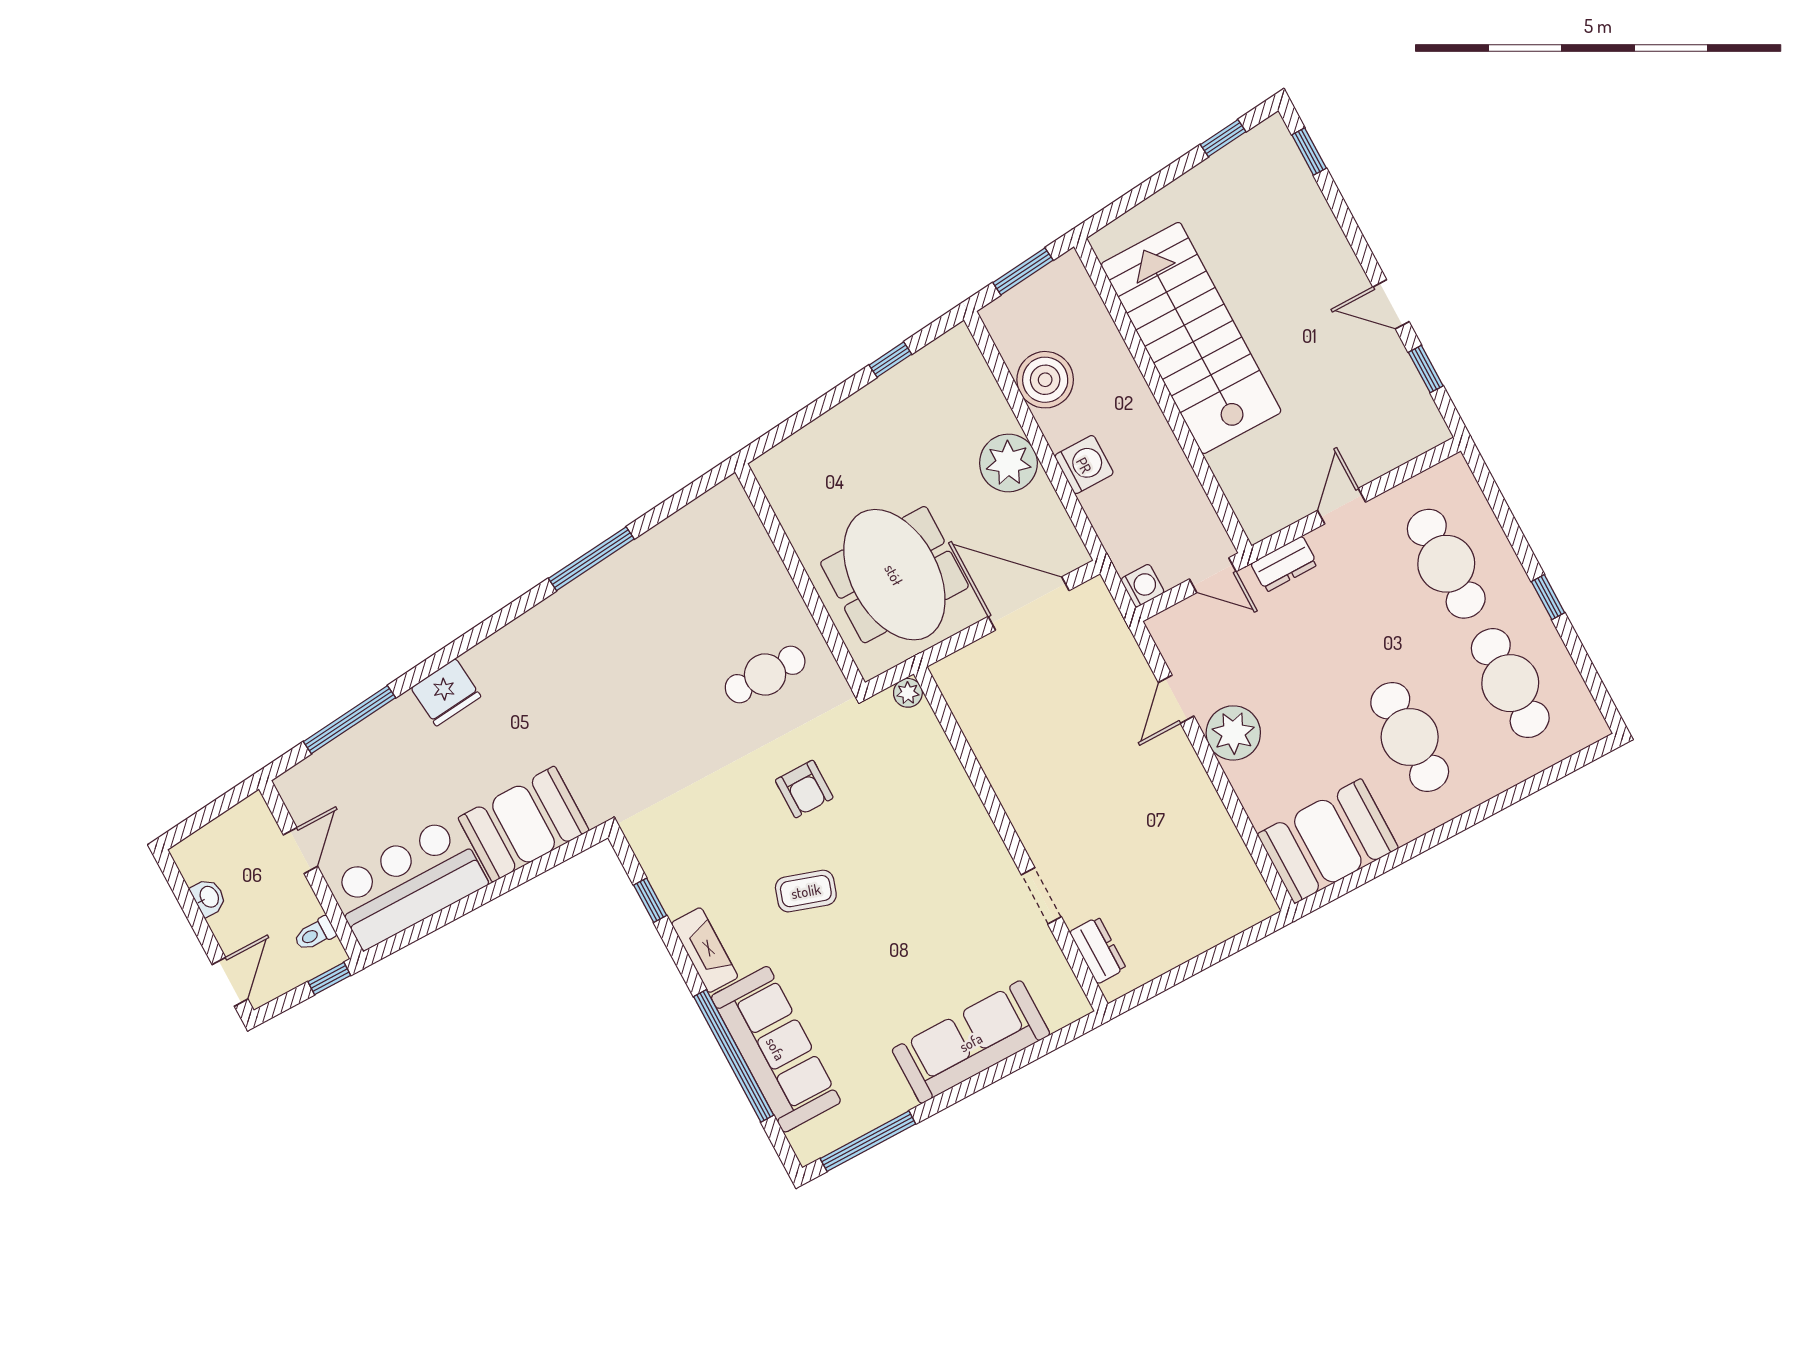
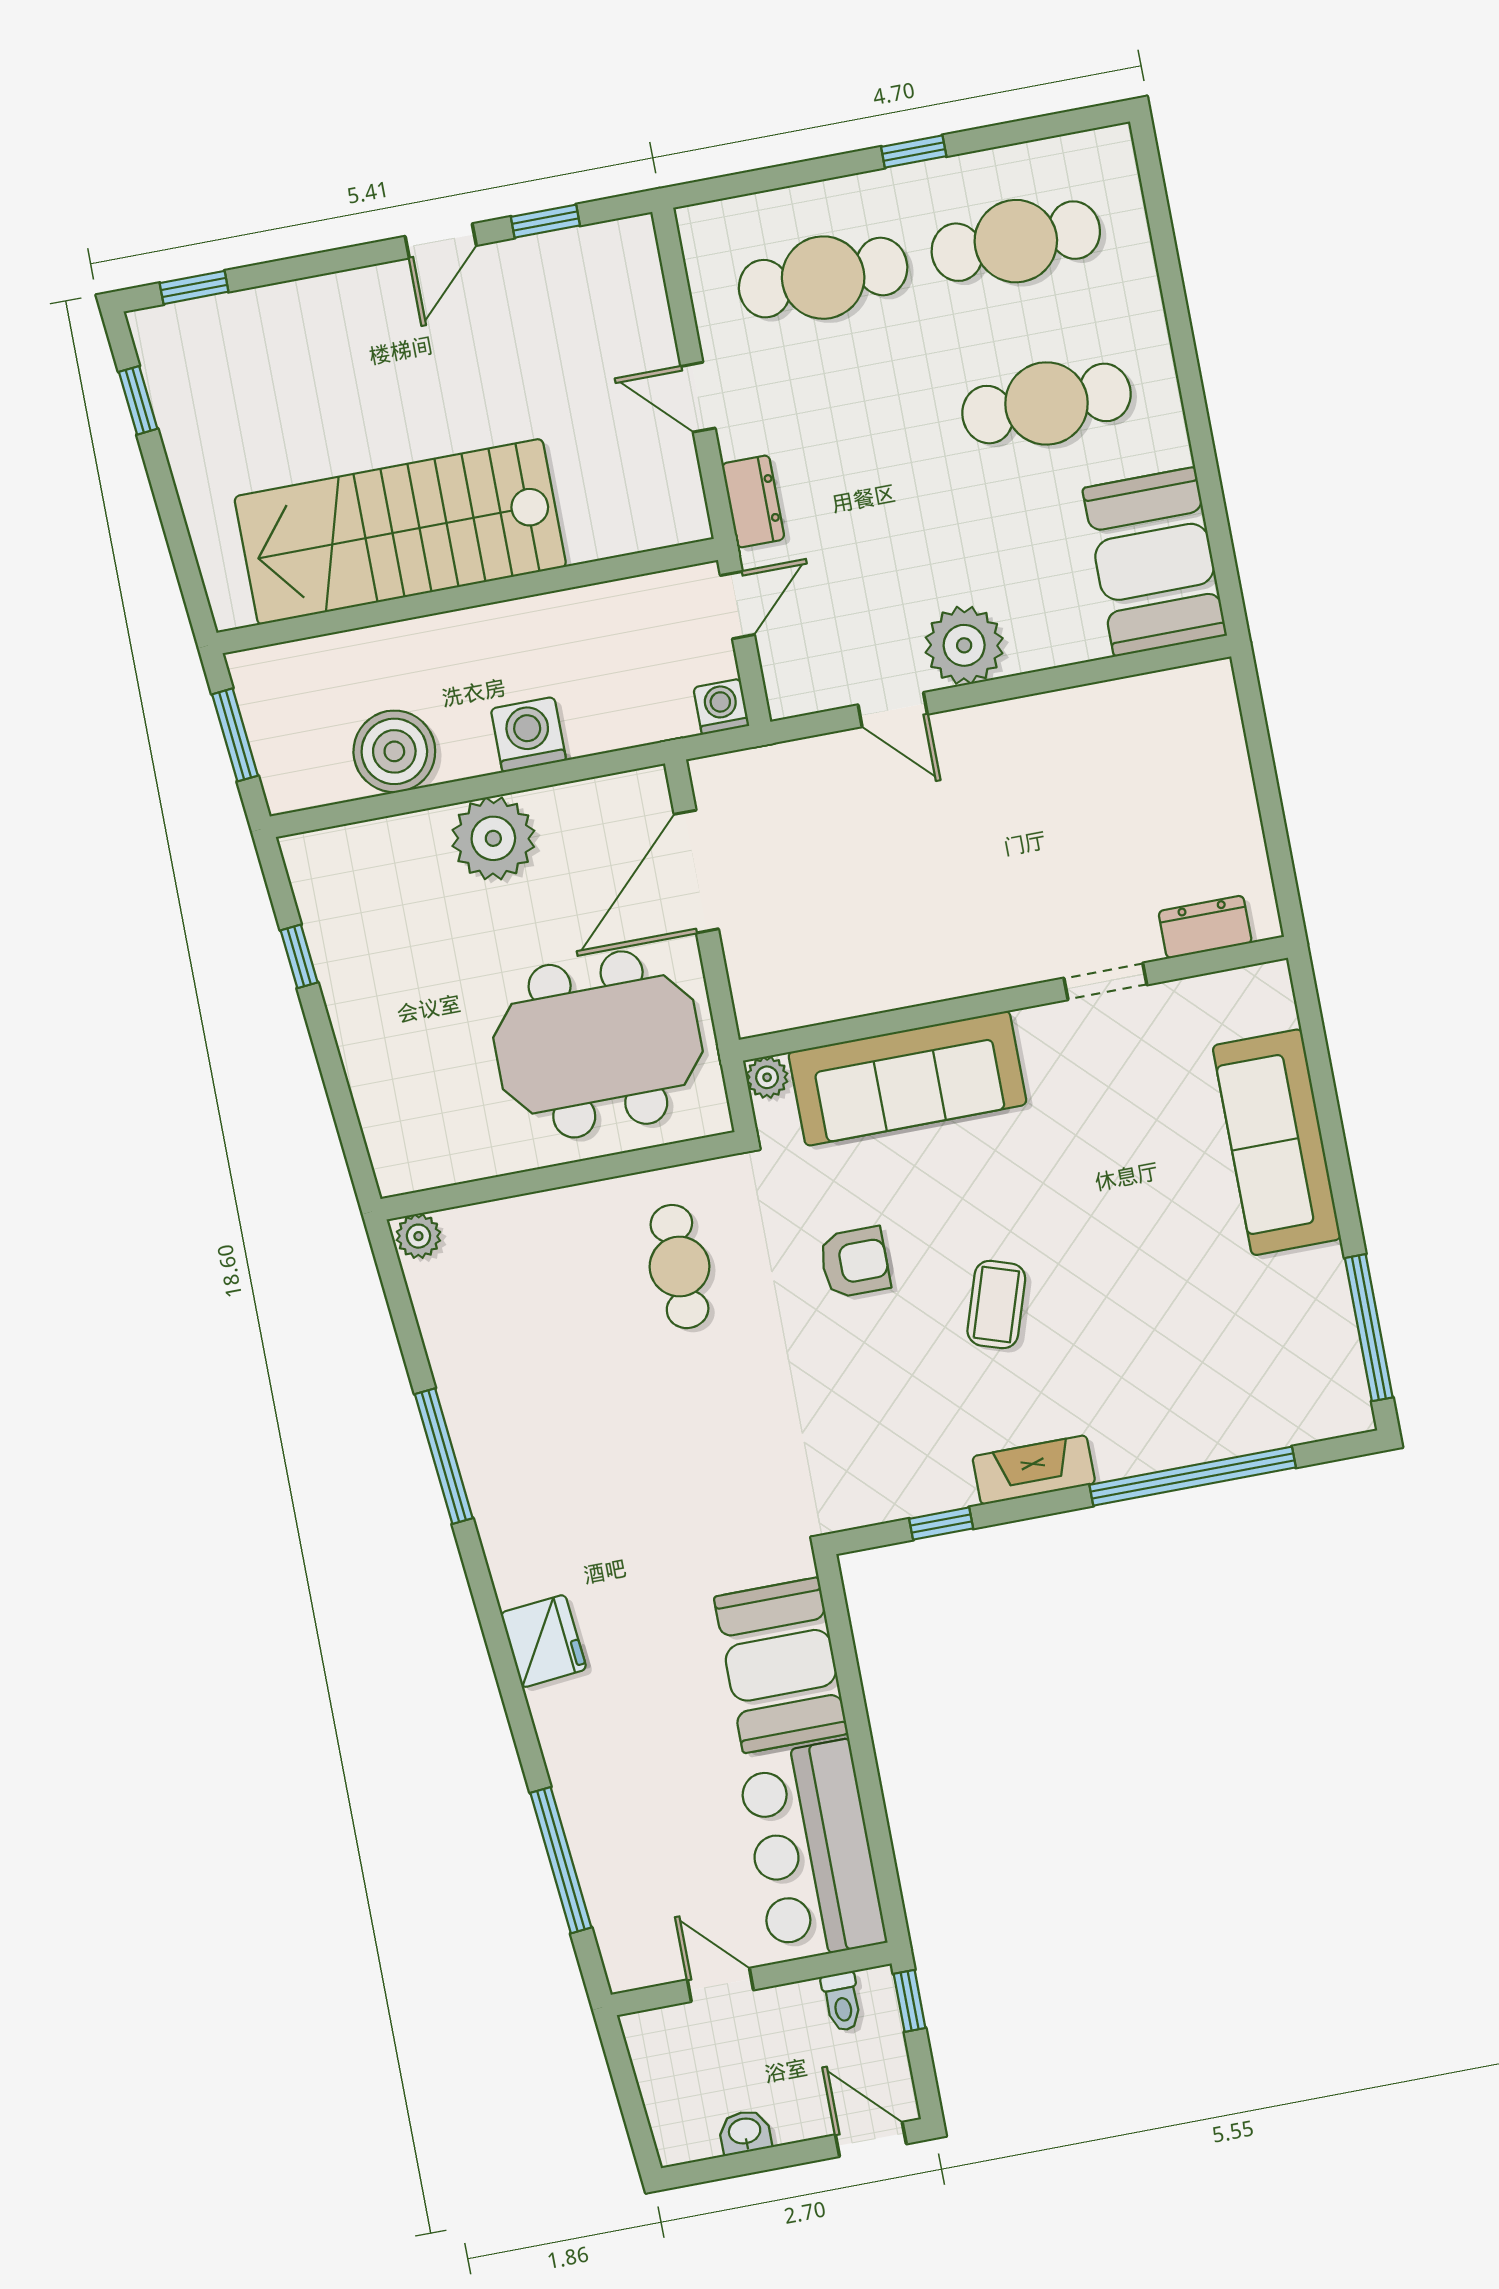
plant: (731, 496) -> (418, 1236), added
fridge: (446, 692) -> (544, 1641), moved
sofa: (776, 1049) -> (907, 1078), moved, turned 180

